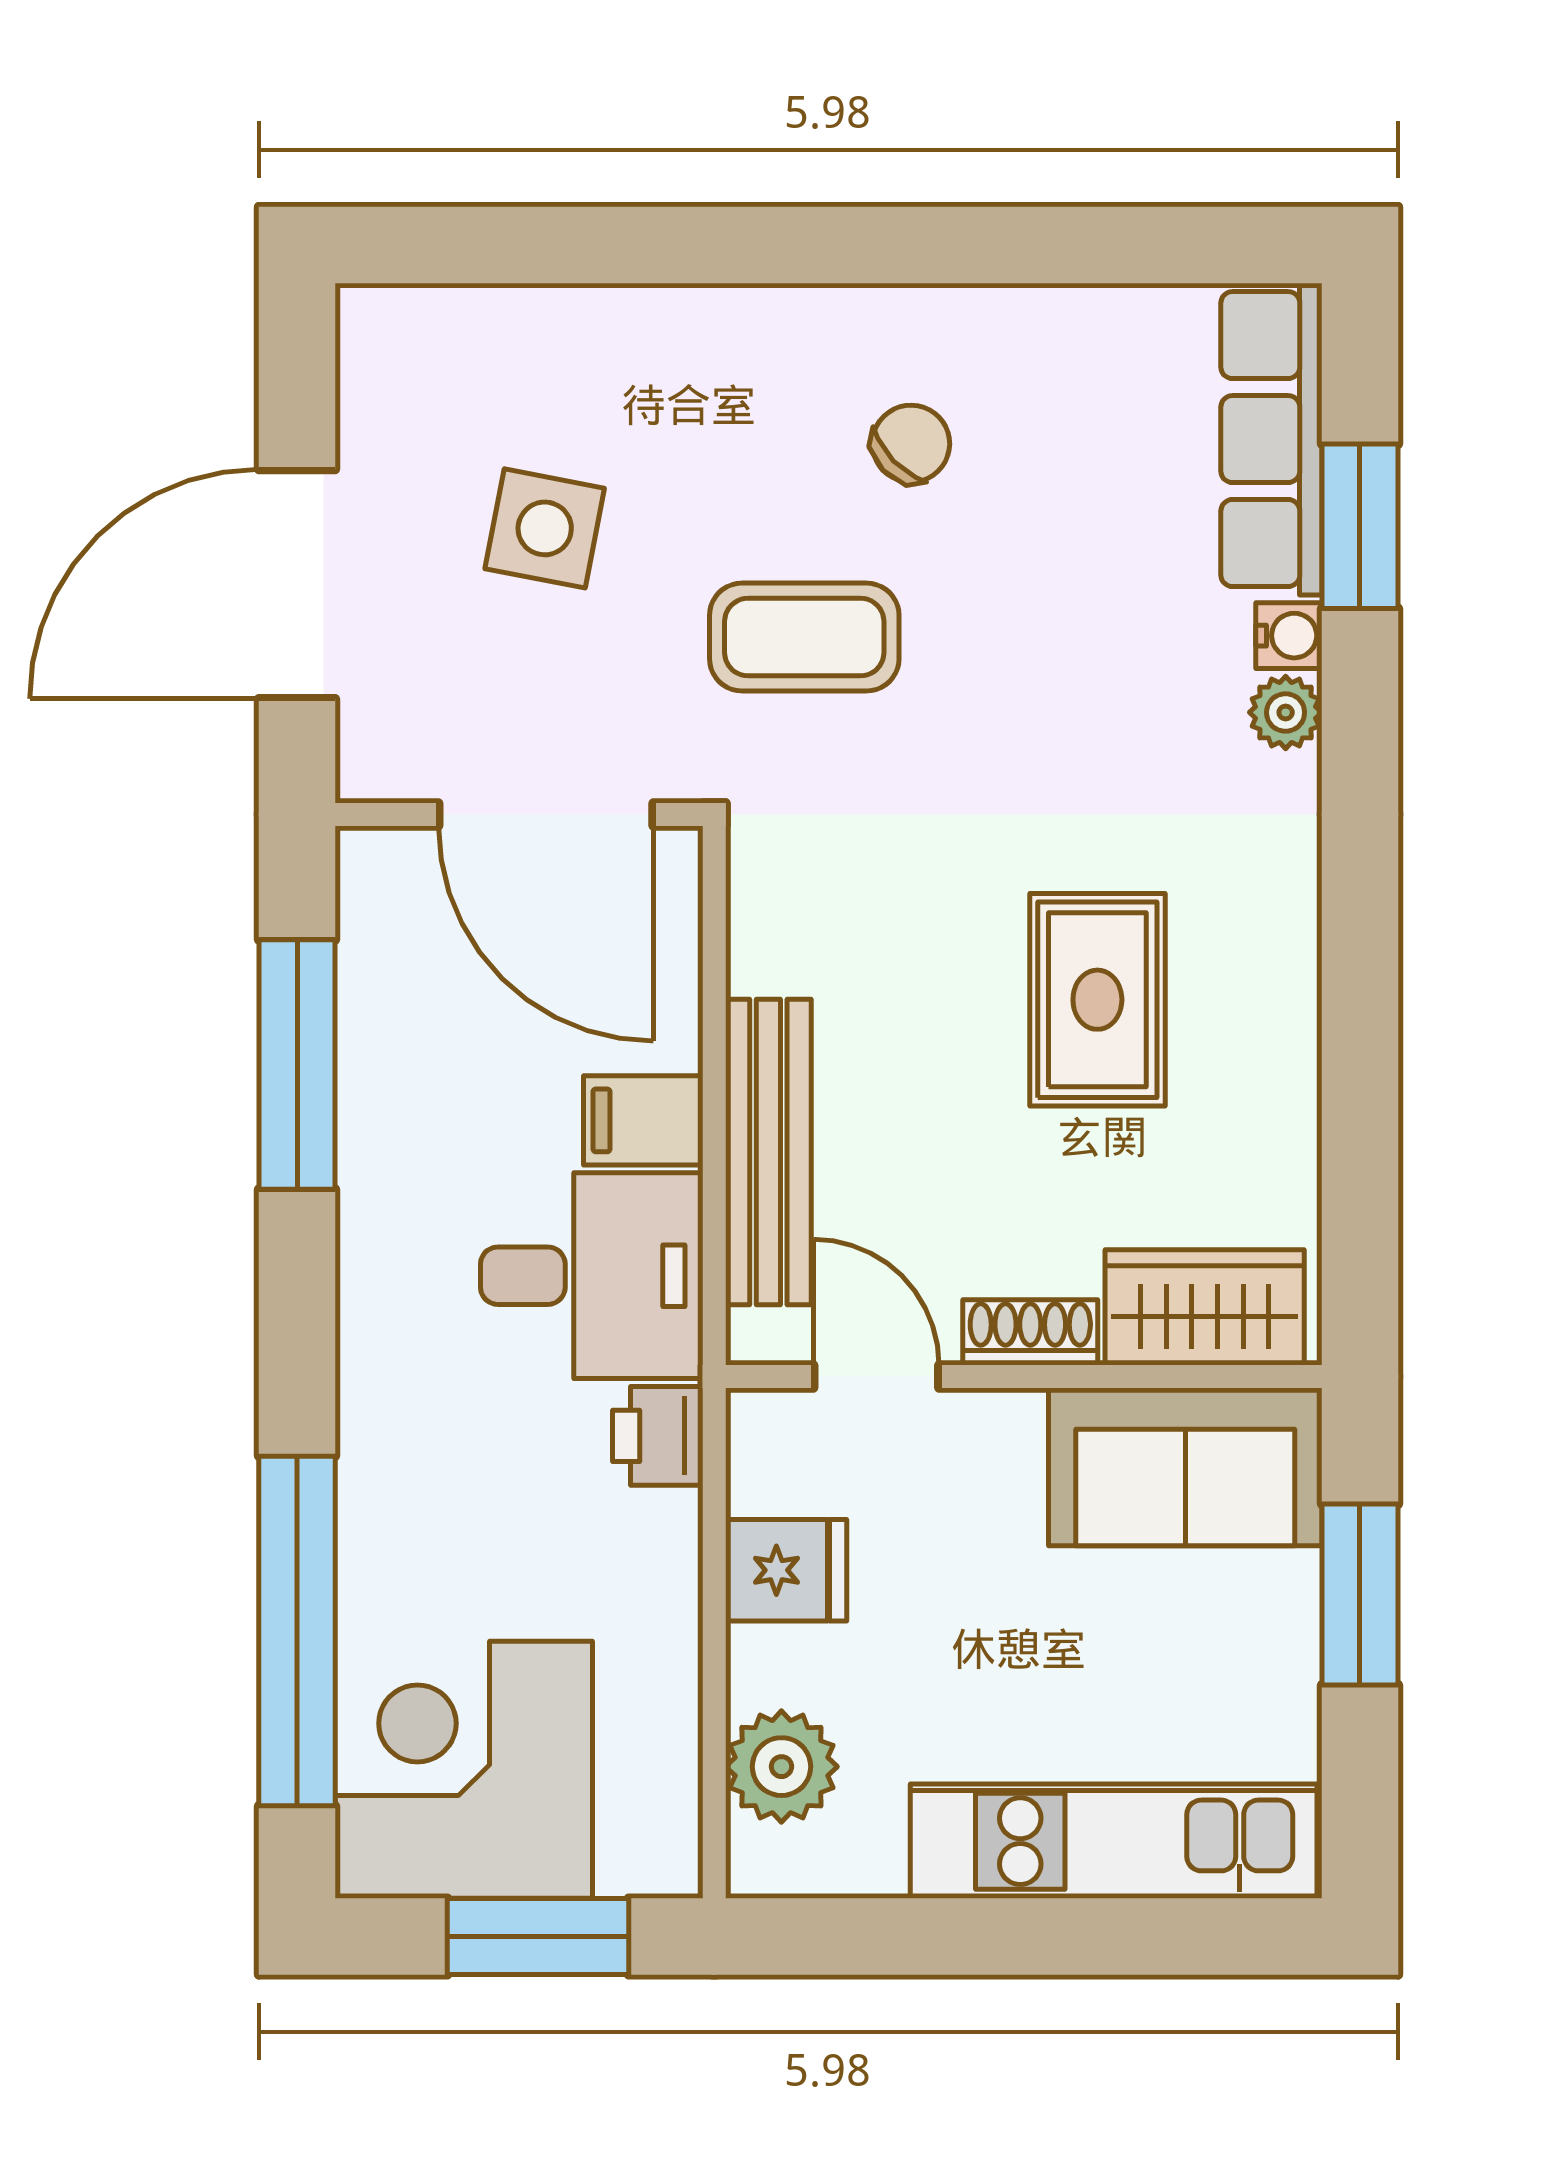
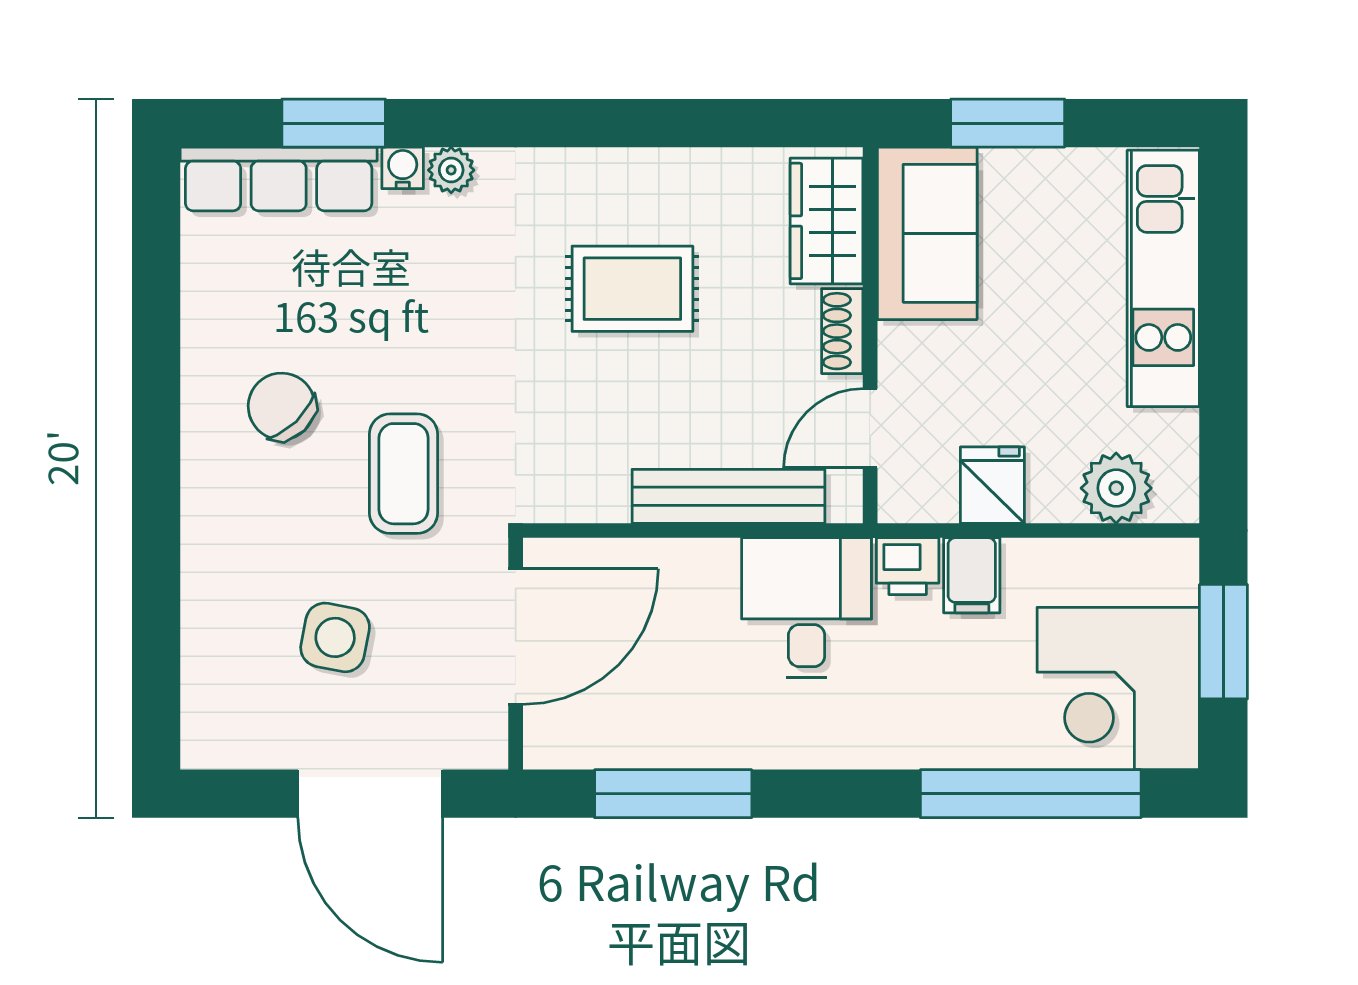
chair: (911, 444) -> (282, 406), width x1.37, depth x1.37
filing cabinet: (643, 1120) -> (972, 575), moved

